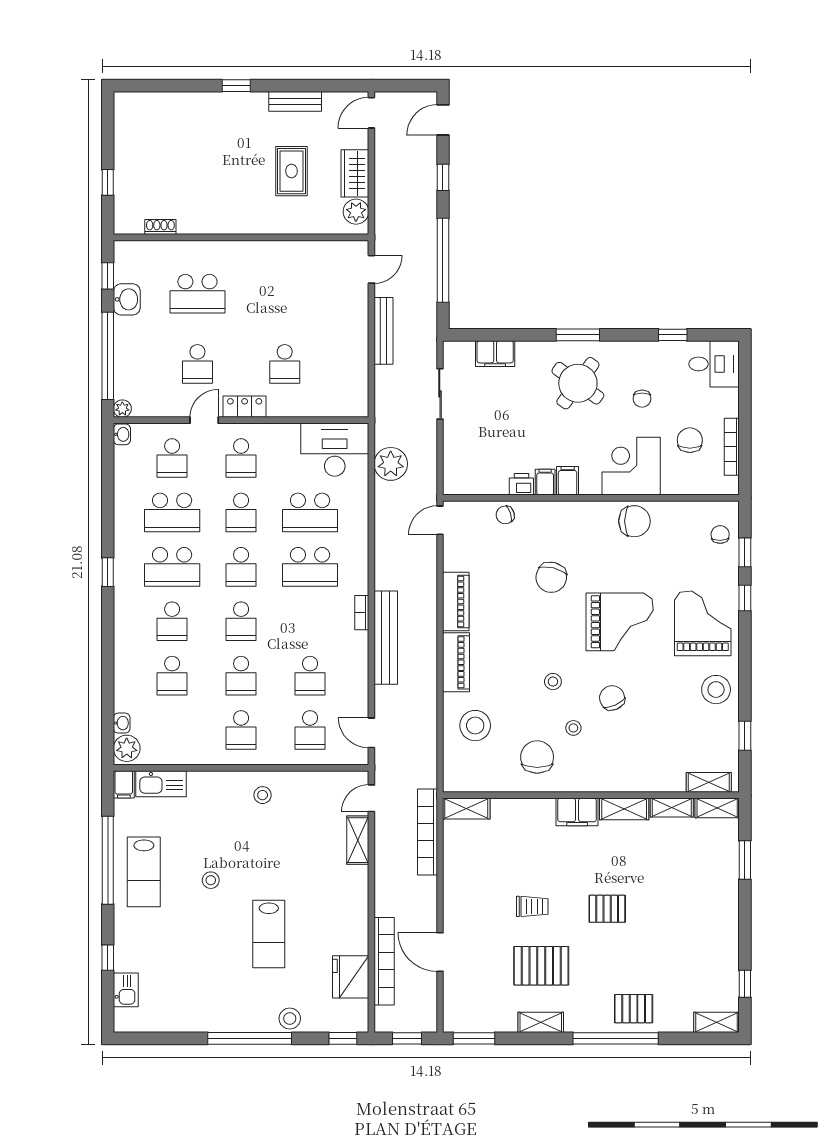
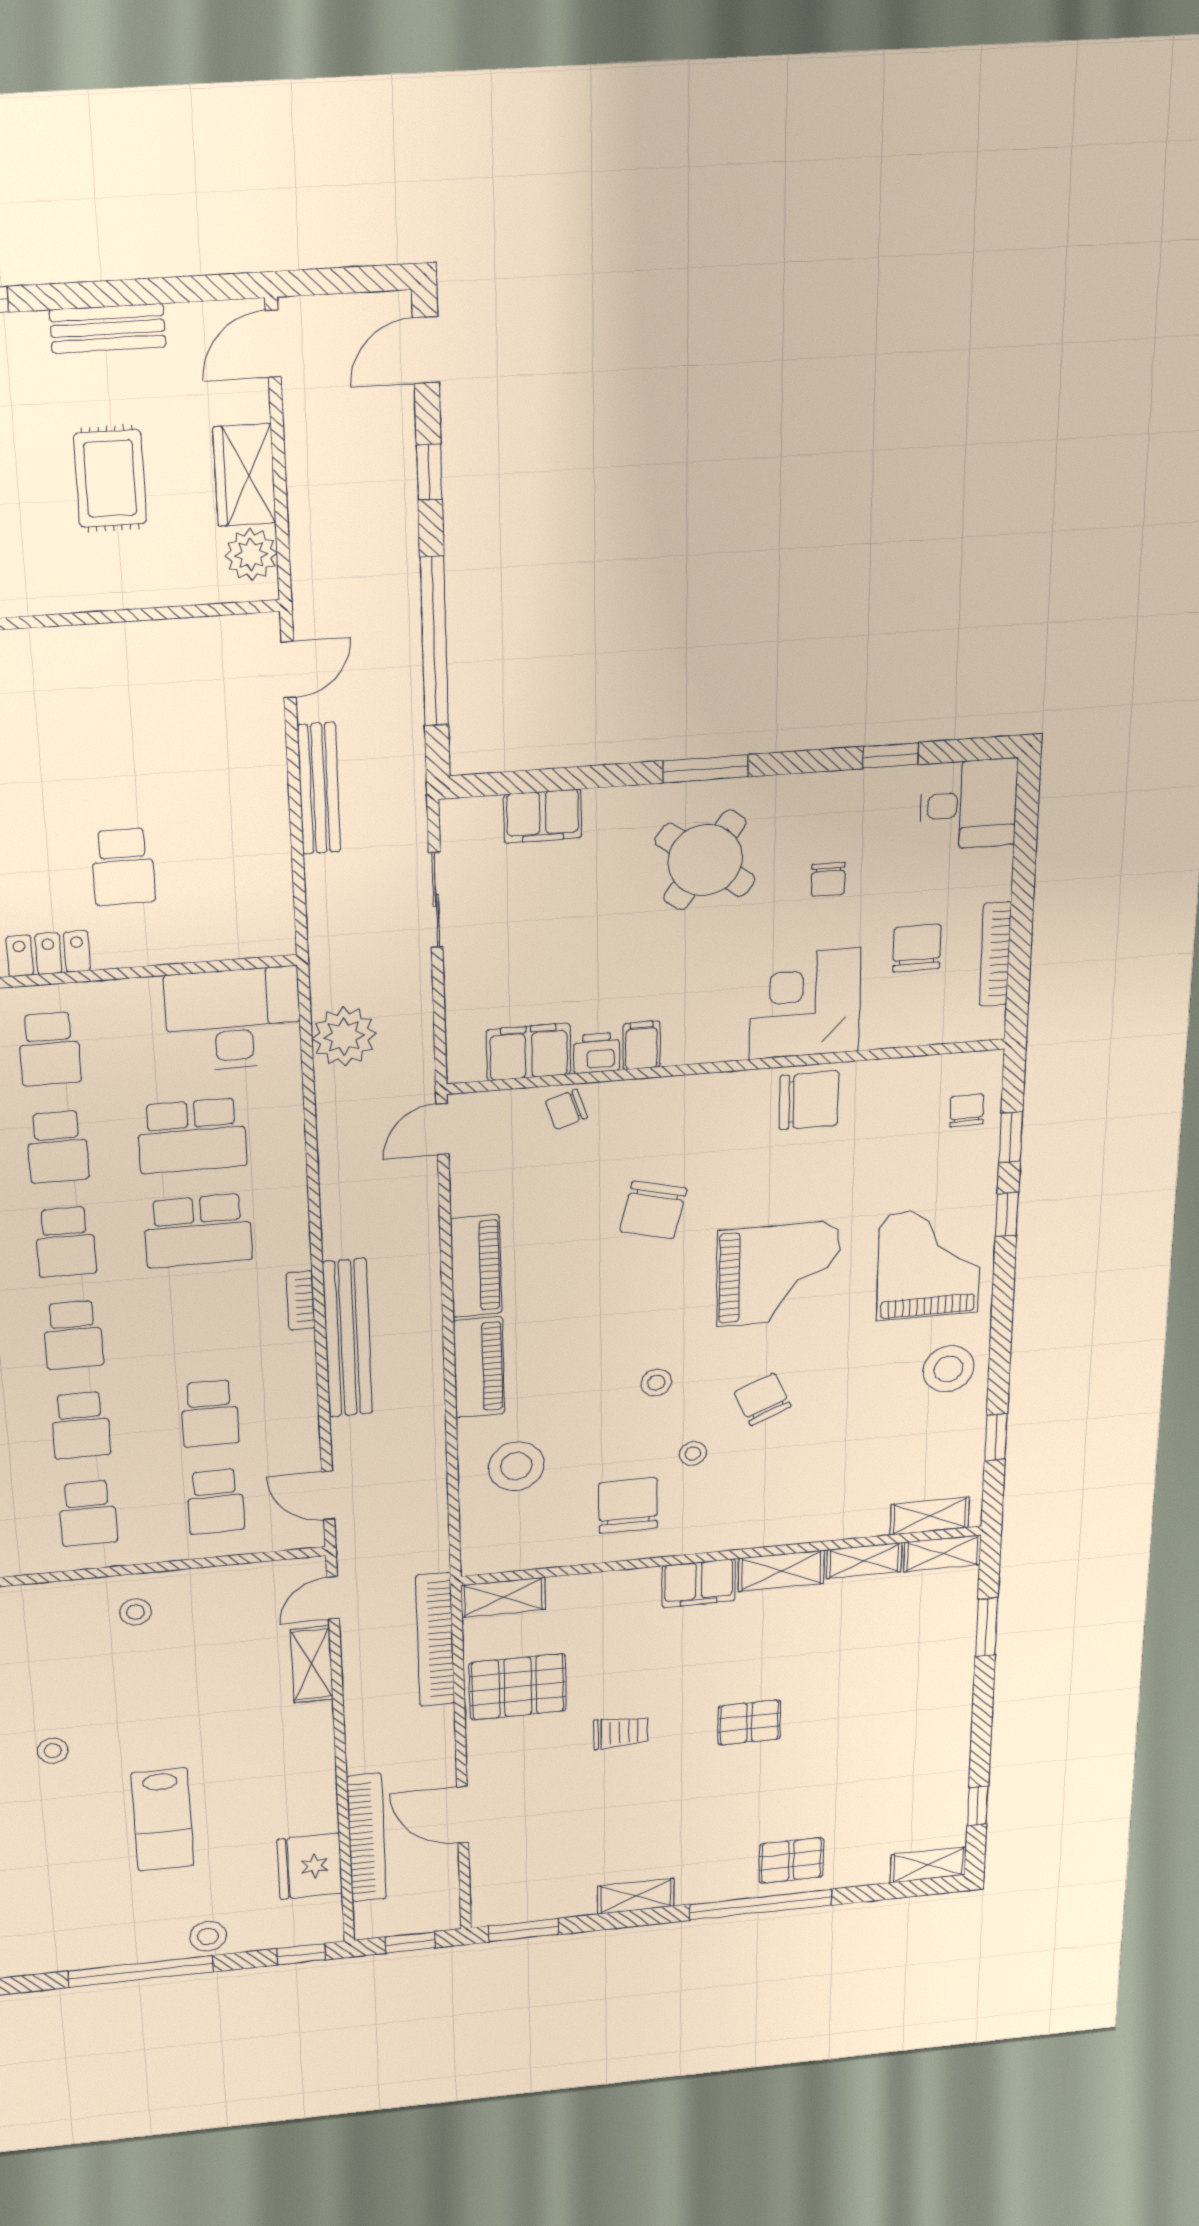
filing cabinet: (568, 481) -> (529, 1052), moved, width x2.00
pallet: (541, 966) -> (518, 1687), moved

